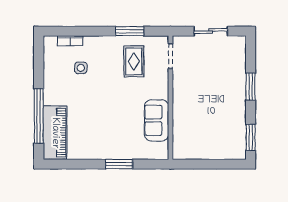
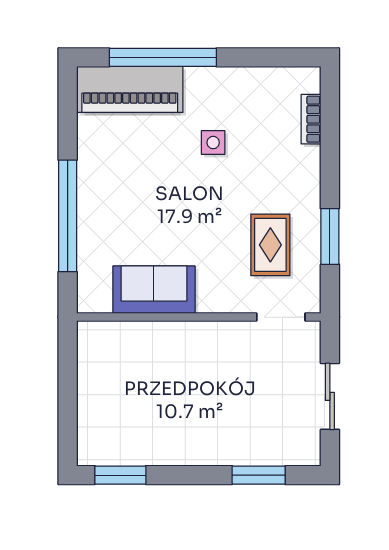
rug: (134, 61) -> (270, 245), turned 90
side table: (81, 68) -> (213, 143), moved
window: (251, 87) -> (259, 475), moved
window: (119, 164) -> (68, 216), width x2.11

